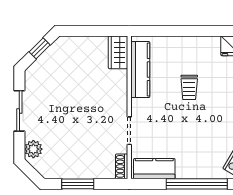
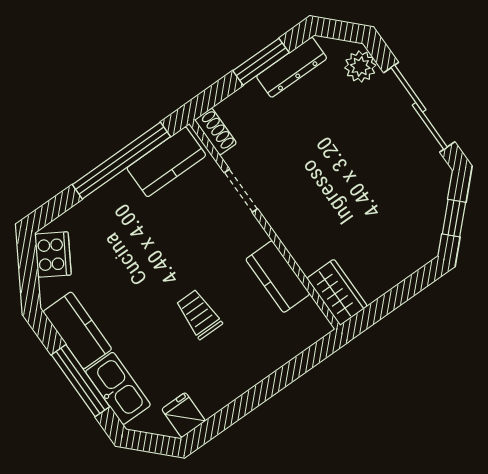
kitchen counter: (140, 70) -> (278, 277), width x0.67
sliding door: (19, 111) -> (419, 107), width x1.37
dresser: (65, 171) -> (292, 67), added
window: (197, 184) -> (121, 161), moved

